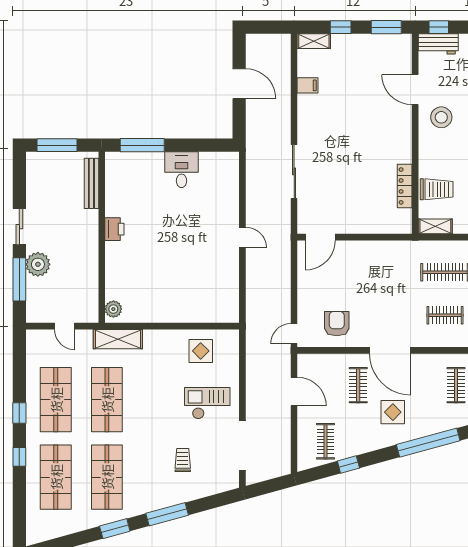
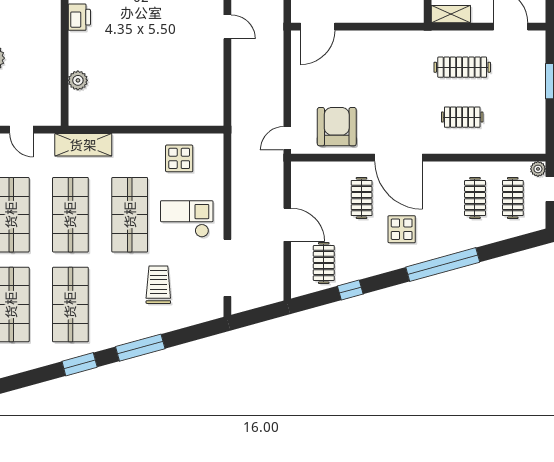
plant: (113, 309) -> (78, 80), moved
armchair: (337, 324) -> (337, 127), width x1.36, depth x1.36
door: (294, 392) -> (287, 225), moved
shop shelf: (158, 400) -> (130, 215), added
trolley: (183, 460) -> (158, 285), width x1.36, depth x1.39

